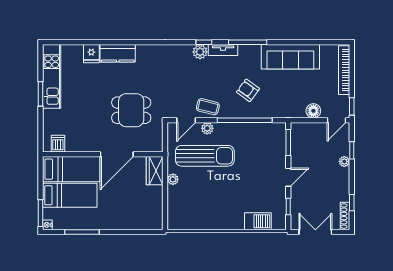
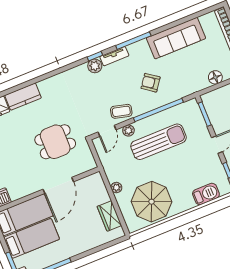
sun lounger: (205, 156) -> (158, 142), moved
wardrobe: (155, 171) -> (109, 216), moved
parasol: (202, 207) -> (152, 202), added

